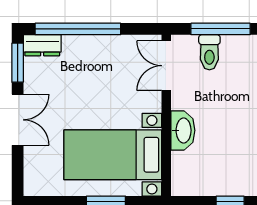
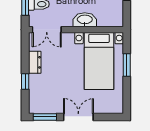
window: (78, 29) -> (25, 81), width x0.32
dresser: (42, 45) -> (35, 62), moved

